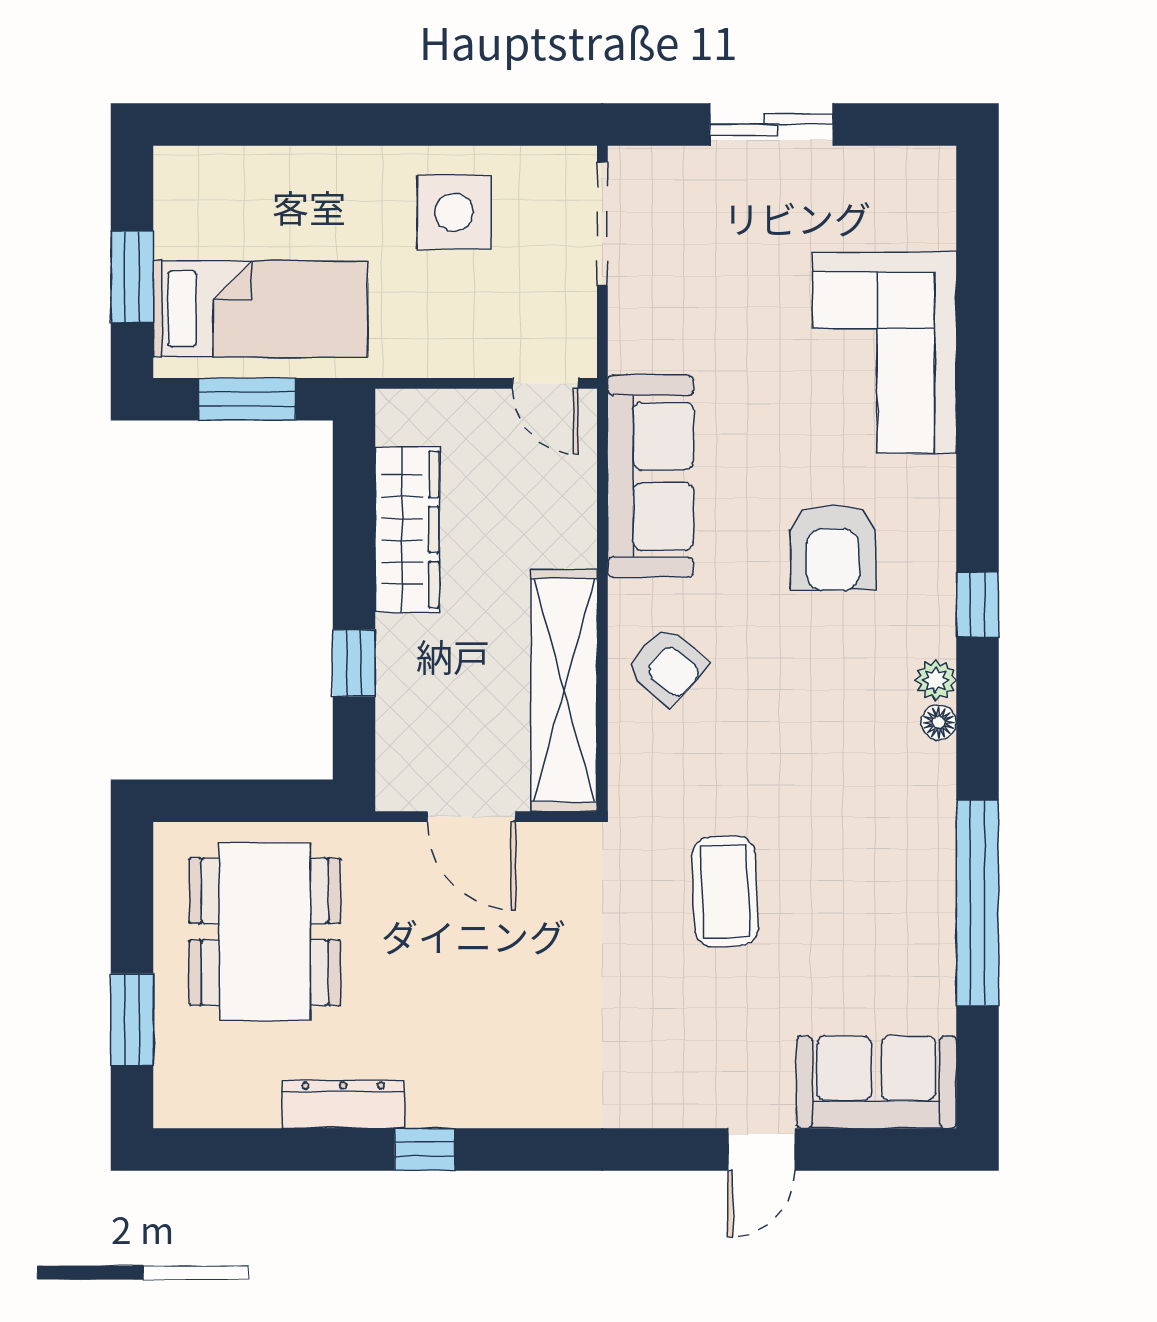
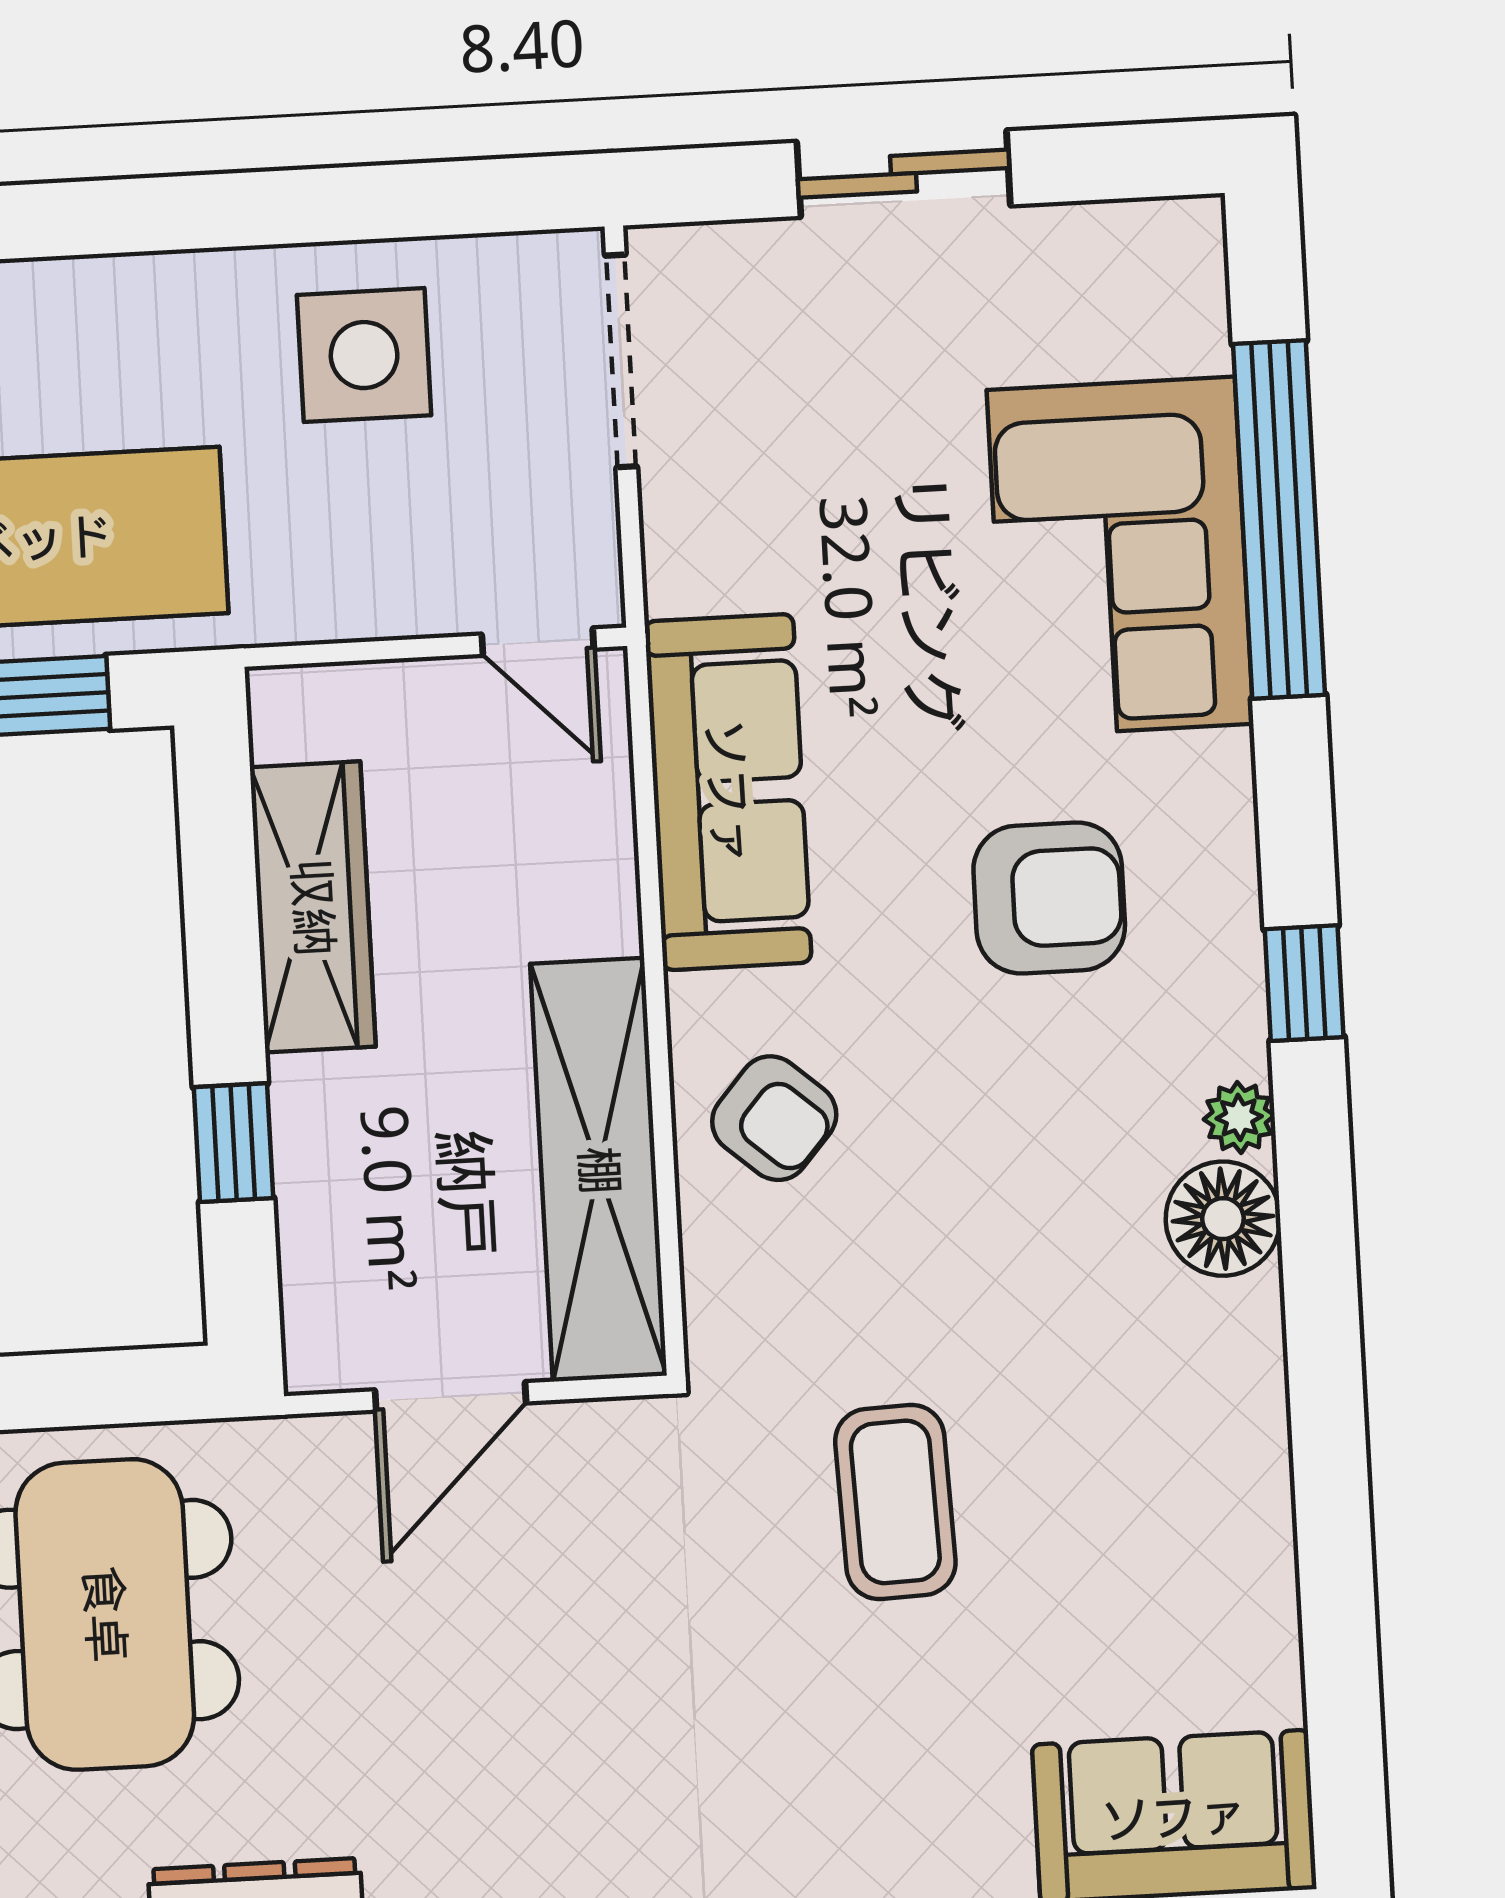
armchair: (833, 547) -> (1049, 898), turned -90
floor lamp: (939, 723) -> (1223, 1219), width x1.89, depth x1.89
door: (471, 817) -> (451, 1396), hinge flipped
window: (977, 903) -> (1279, 519), moved

